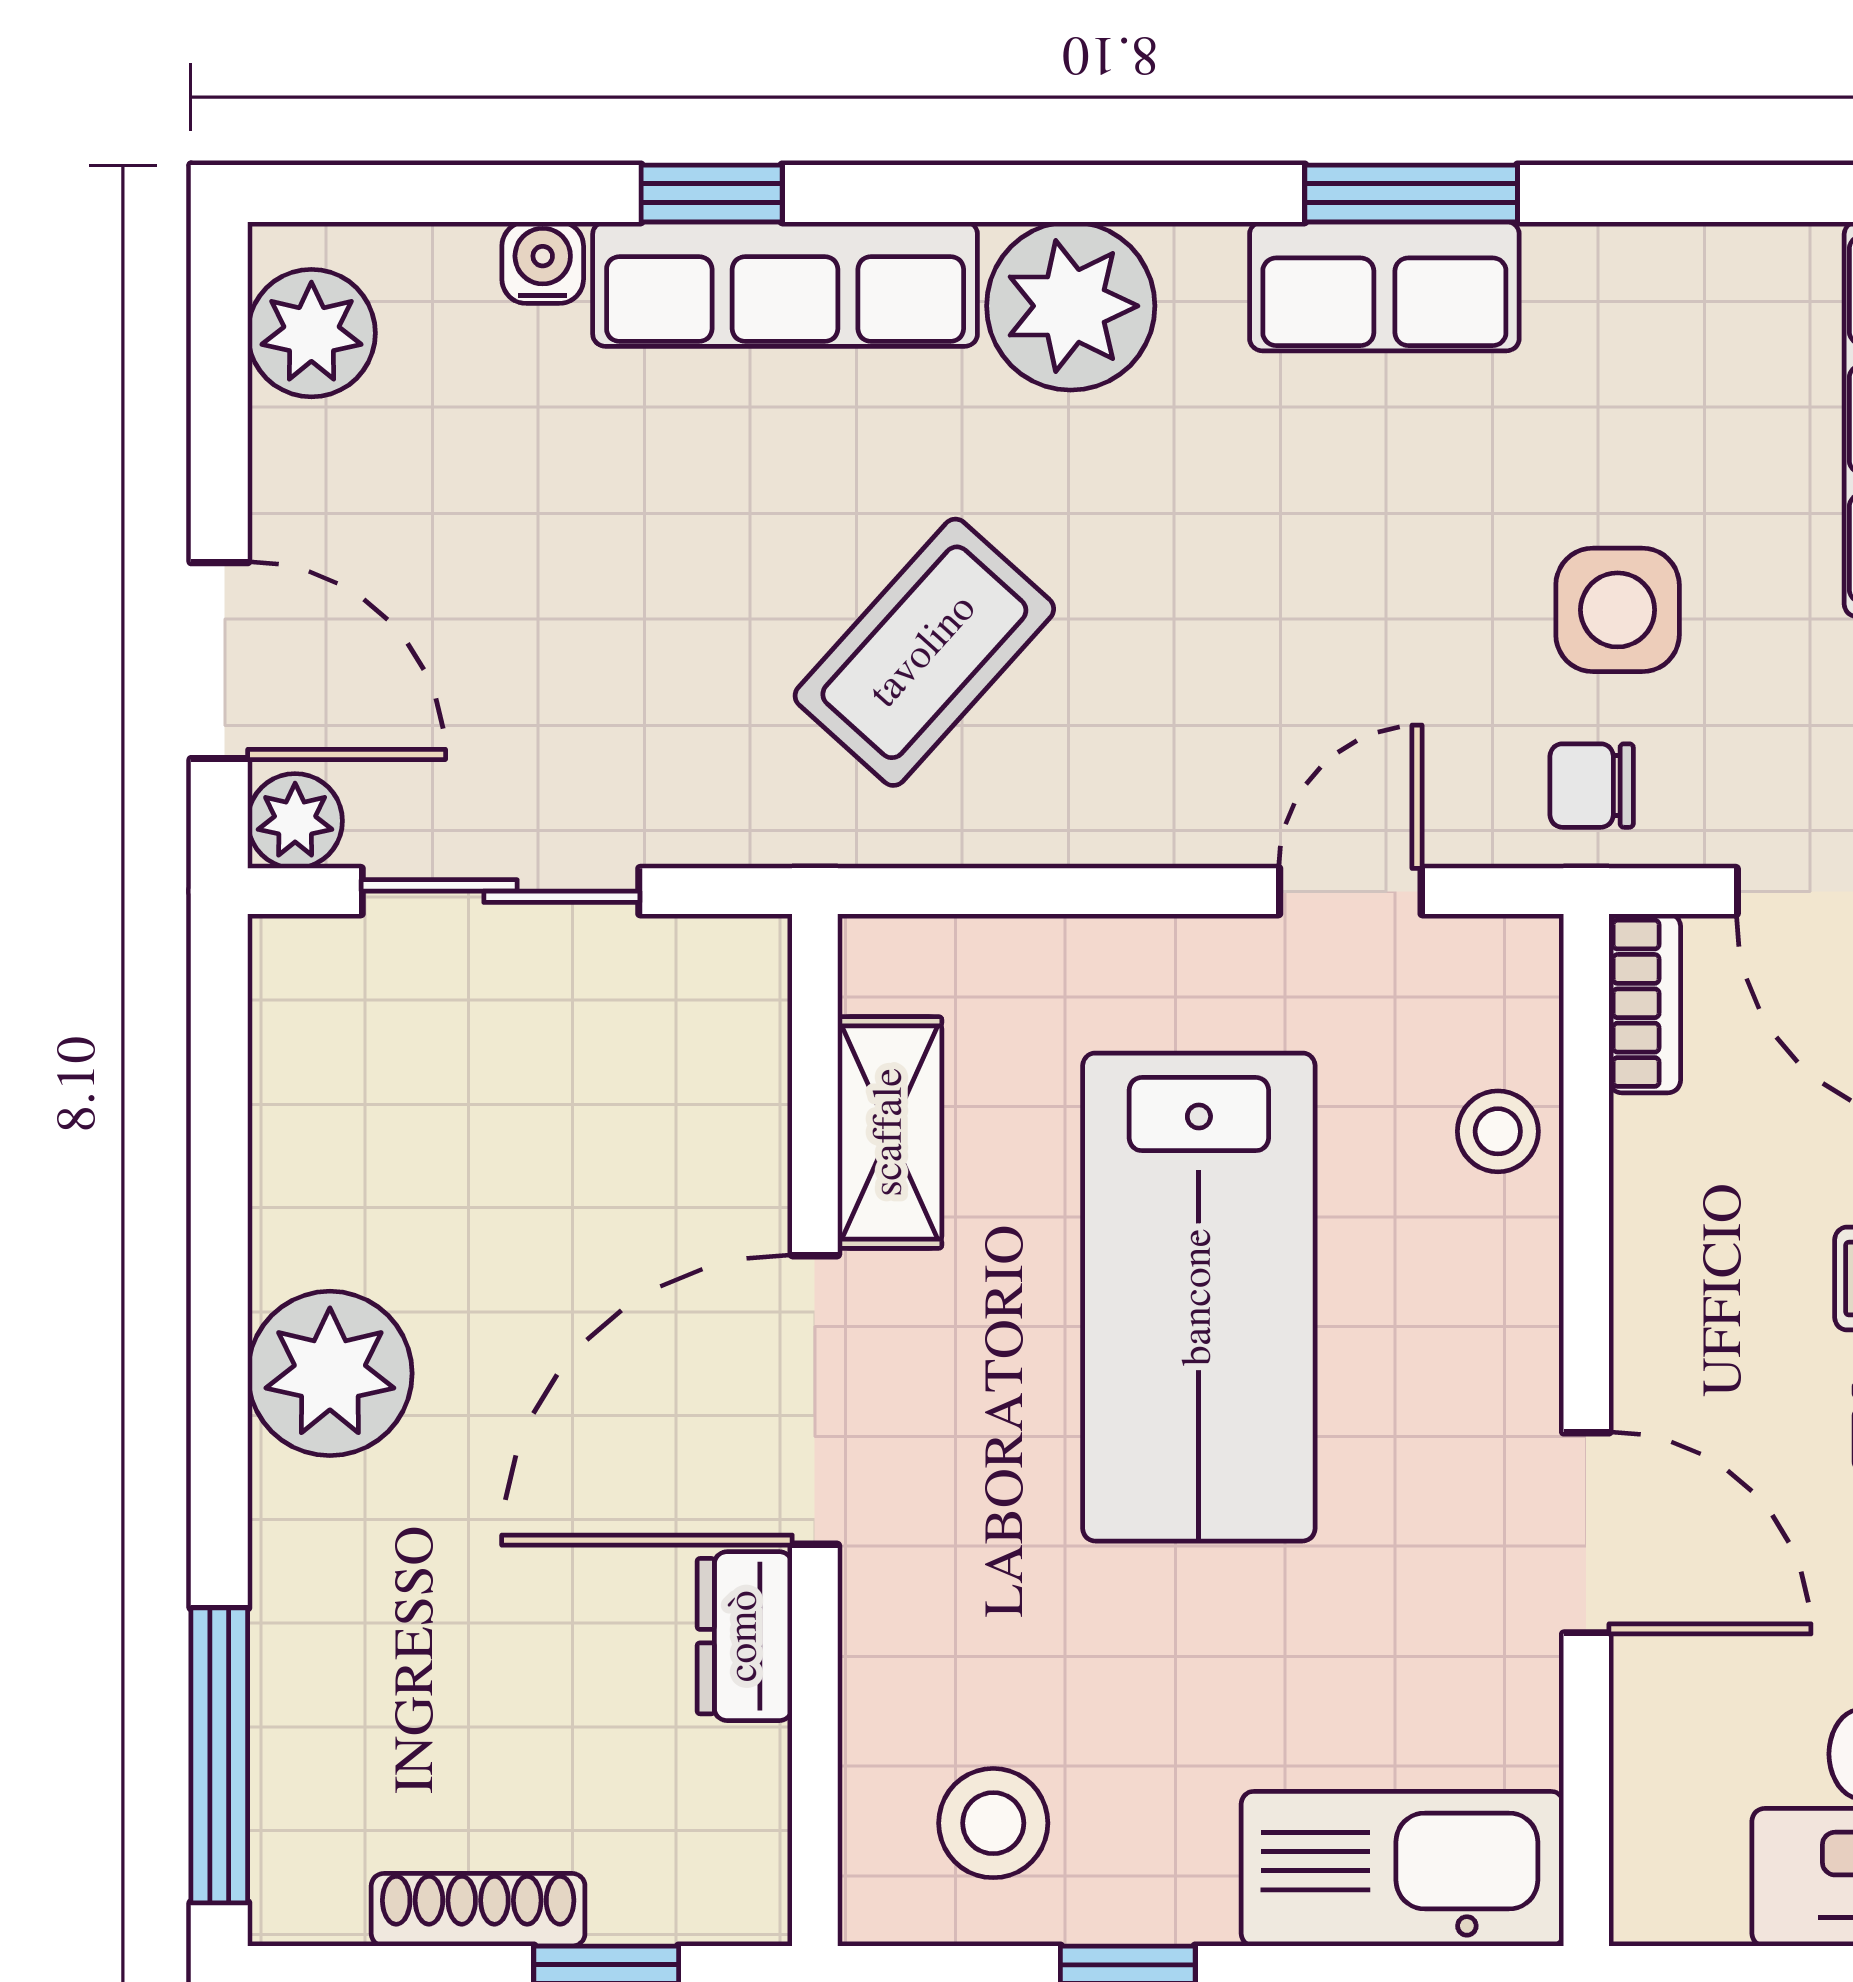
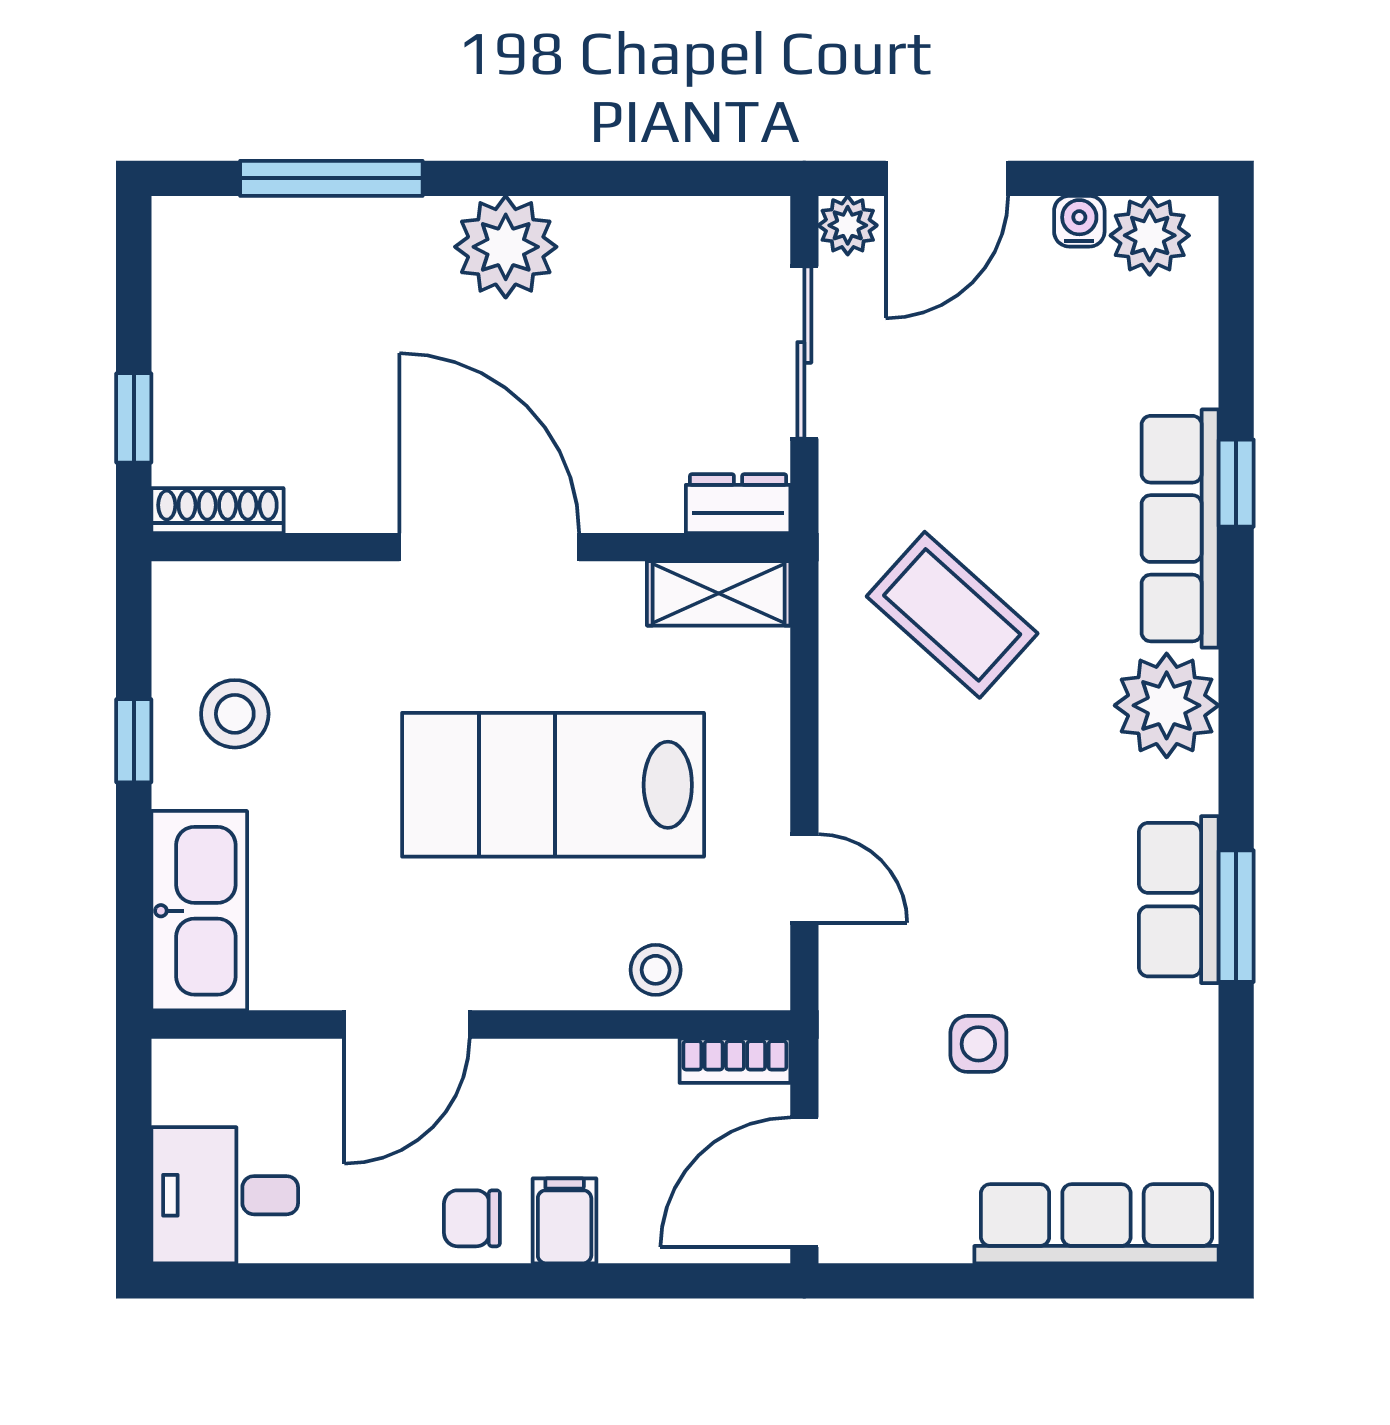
water cooler: (543, 263) -> (1079, 221), moved, turned -90
side table: (1618, 610) -> (978, 1044), width x0.73, depth x0.73
chair: (1592, 786) -> (870, 1028), removed
shelving: (890, 1132) -> (719, 593), moved
dresser: (745, 1636) -> (738, 504), moved
window: (219, 1755) -> (331, 178), moved
stool: (993, 1823) -> (235, 714), moved
shoe rack: (478, 1910) -> (217, 511), moved, turned -90

